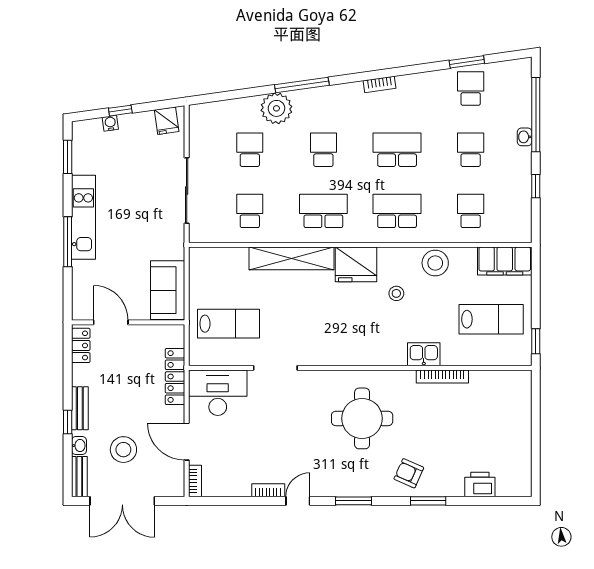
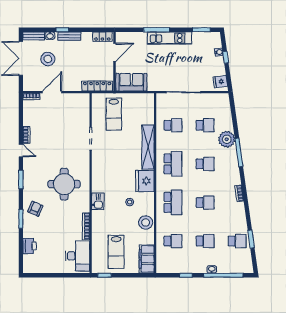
school desk: (397, 150) -> (205, 202), width x0.54
kitchen sink: (424, 354) -> (98, 201), moved
locker: (175, 376) -> (97, 86), moved
desk: (218, 393) -> (78, 256), moved

